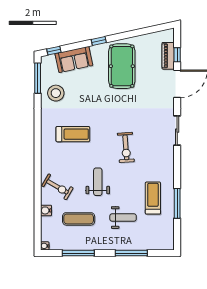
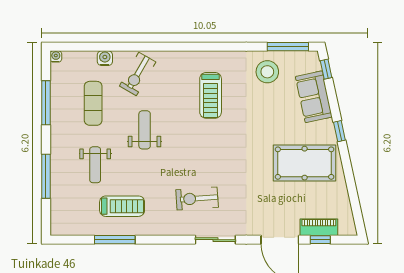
exercise bike: (126, 147) -> (197, 198), moved
weight bench: (98, 182) -> (145, 130), turned -90

